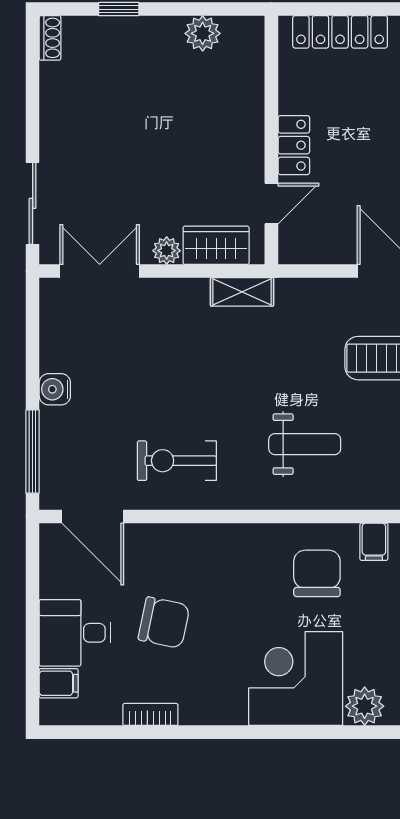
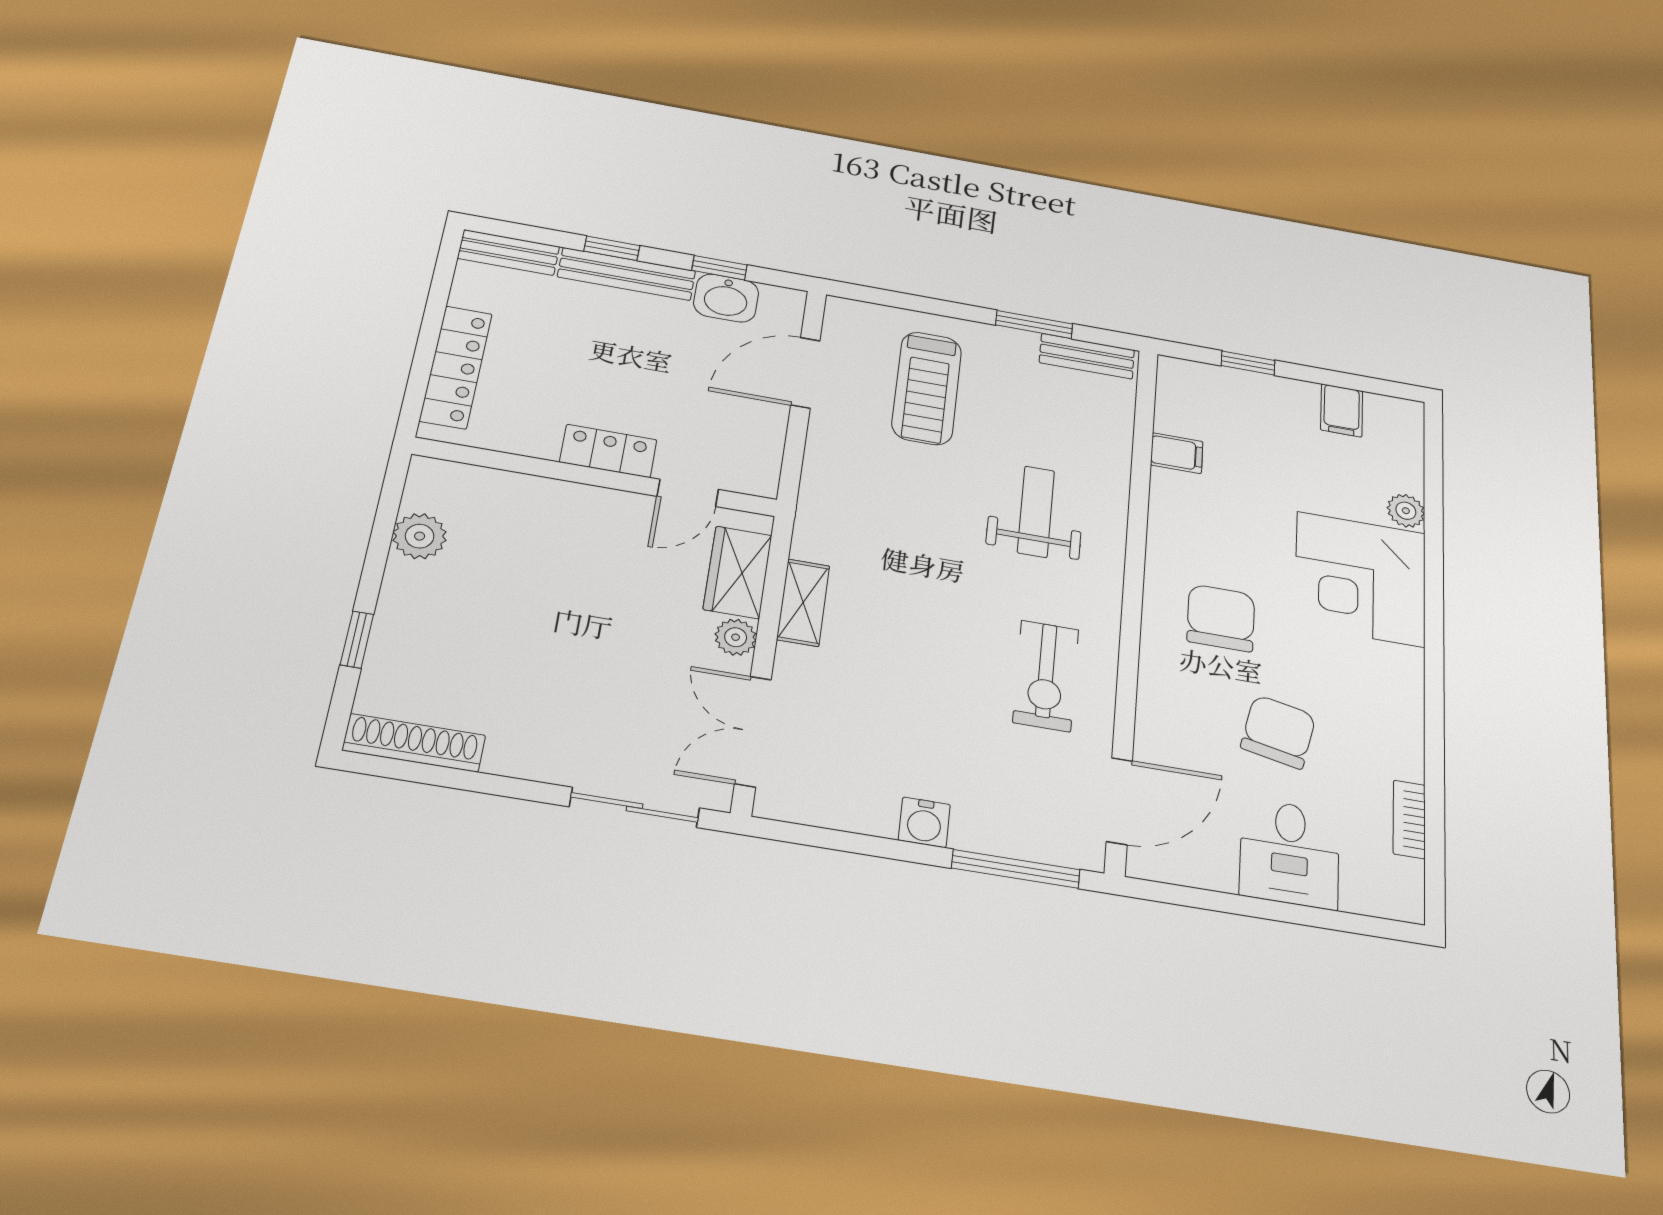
shoe rack: (50, 38) -> (414, 743), width x1.94, depth x1.24
door: (271, 203) -> (688, 493), swing flipped
shelving: (242, 292) -> (803, 603), moved
chair: (317, 573) -> (1221, 618), moved, turned 90
filing cabinet: (59, 683) -> (1363, 888), removed
plant: (365, 706) -> (1406, 511), width x0.73, depth x0.73
bookcase: (150, 714) -> (1409, 819), moved

